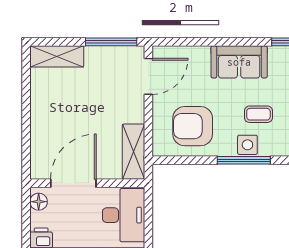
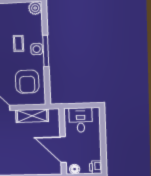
shelving: (133, 152) -> (32, 116), moved
desk: (124, 215) -> (81, 120), width x0.73

